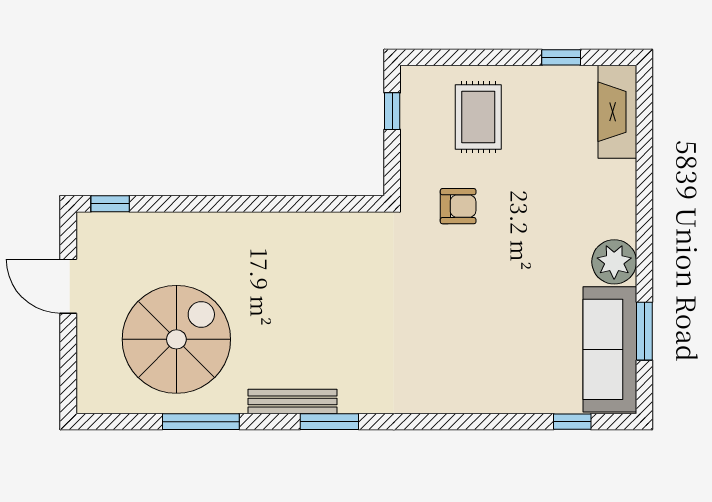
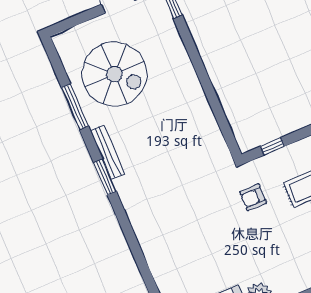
window: (392, 111) -> (272, 146), moved
armchair: (458, 206) -> (253, 197), turned 90

